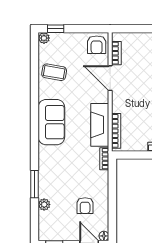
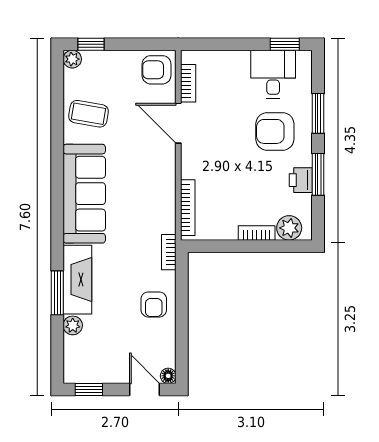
armchair: (97, 45) -> (157, 70), turned 90
sofa: (51, 122) -> (84, 194), width x1.36
fireplace: (100, 125) -> (77, 280), moved, turned 180
armchair: (85, 206) -> (154, 304), moved

